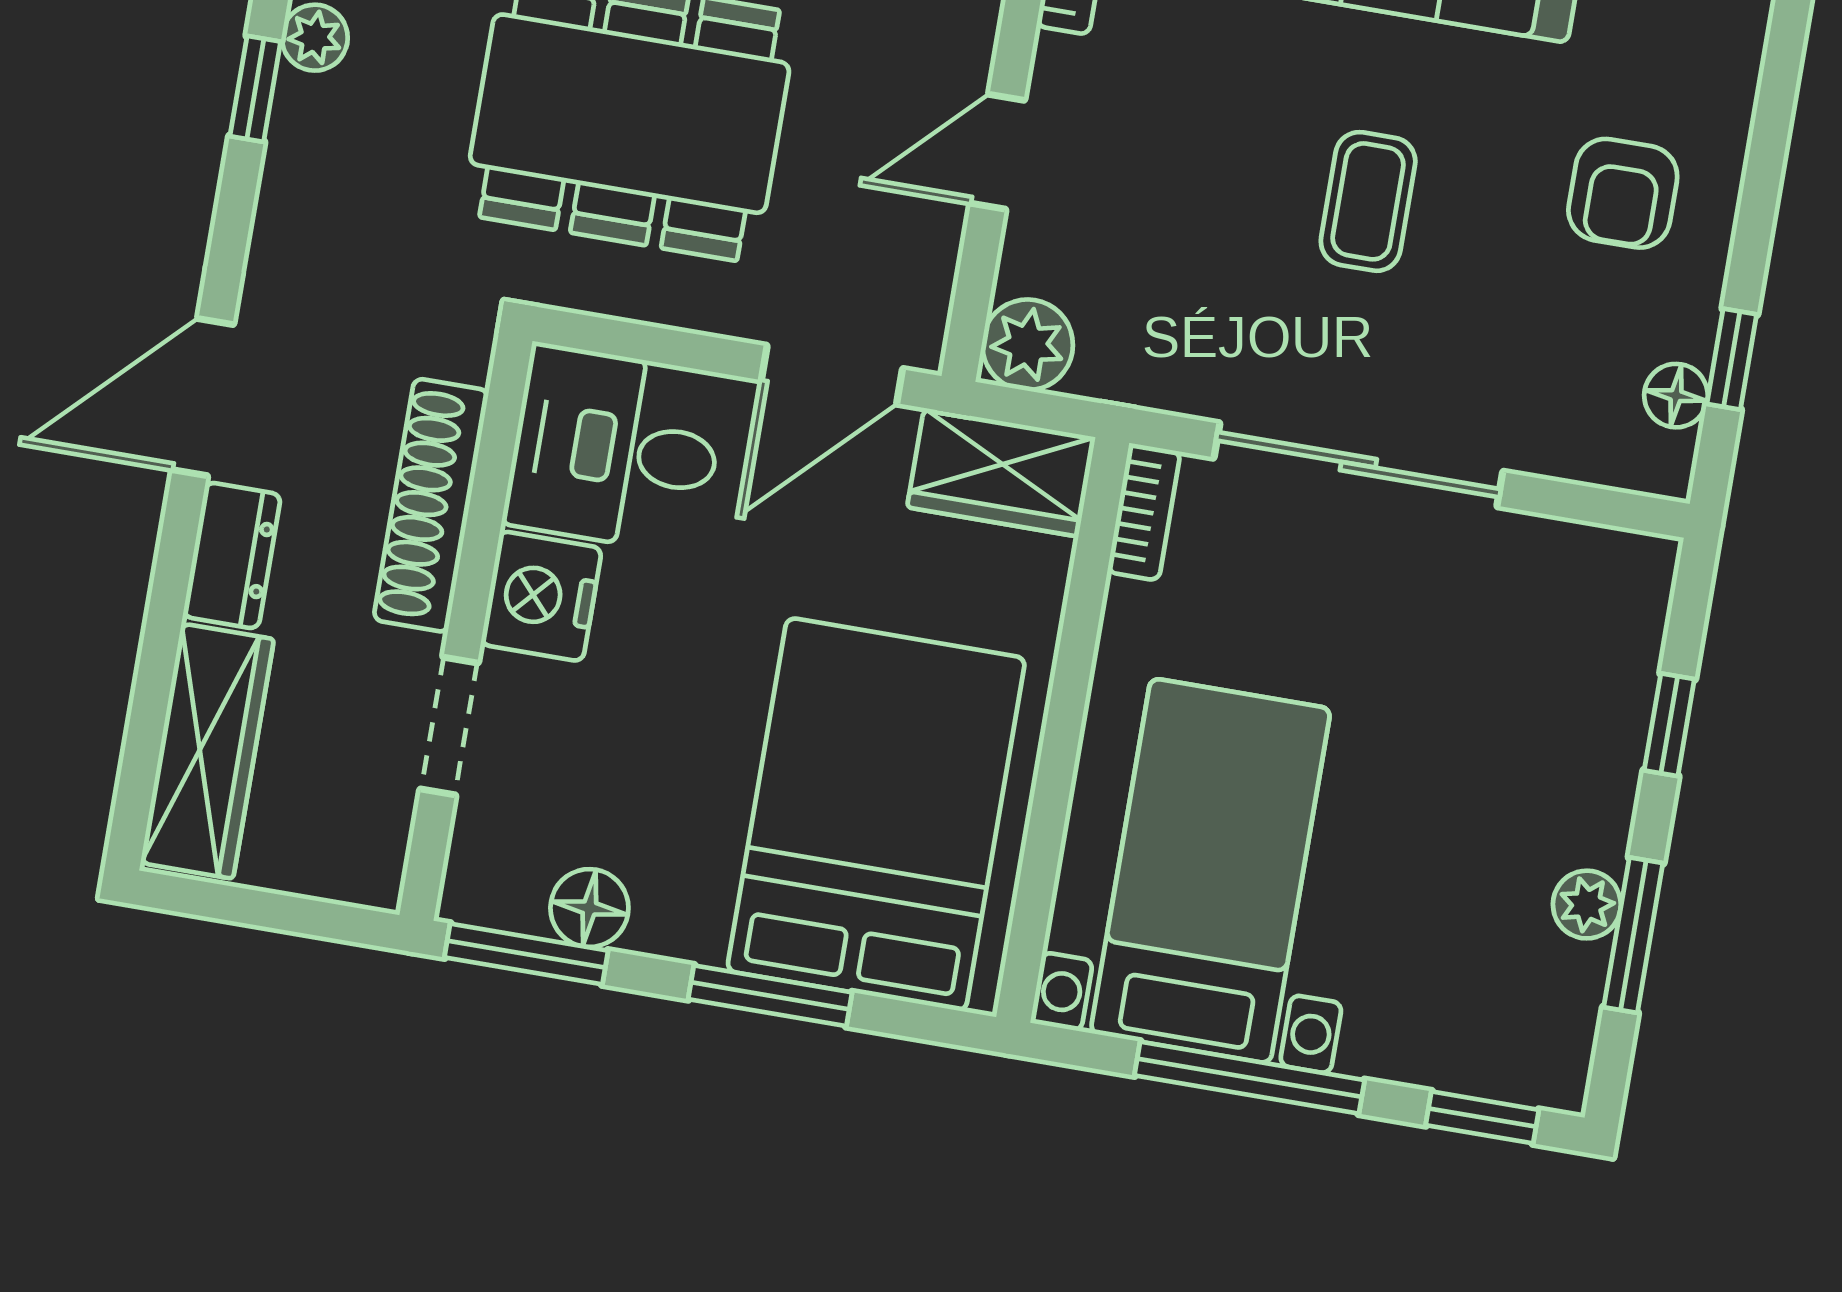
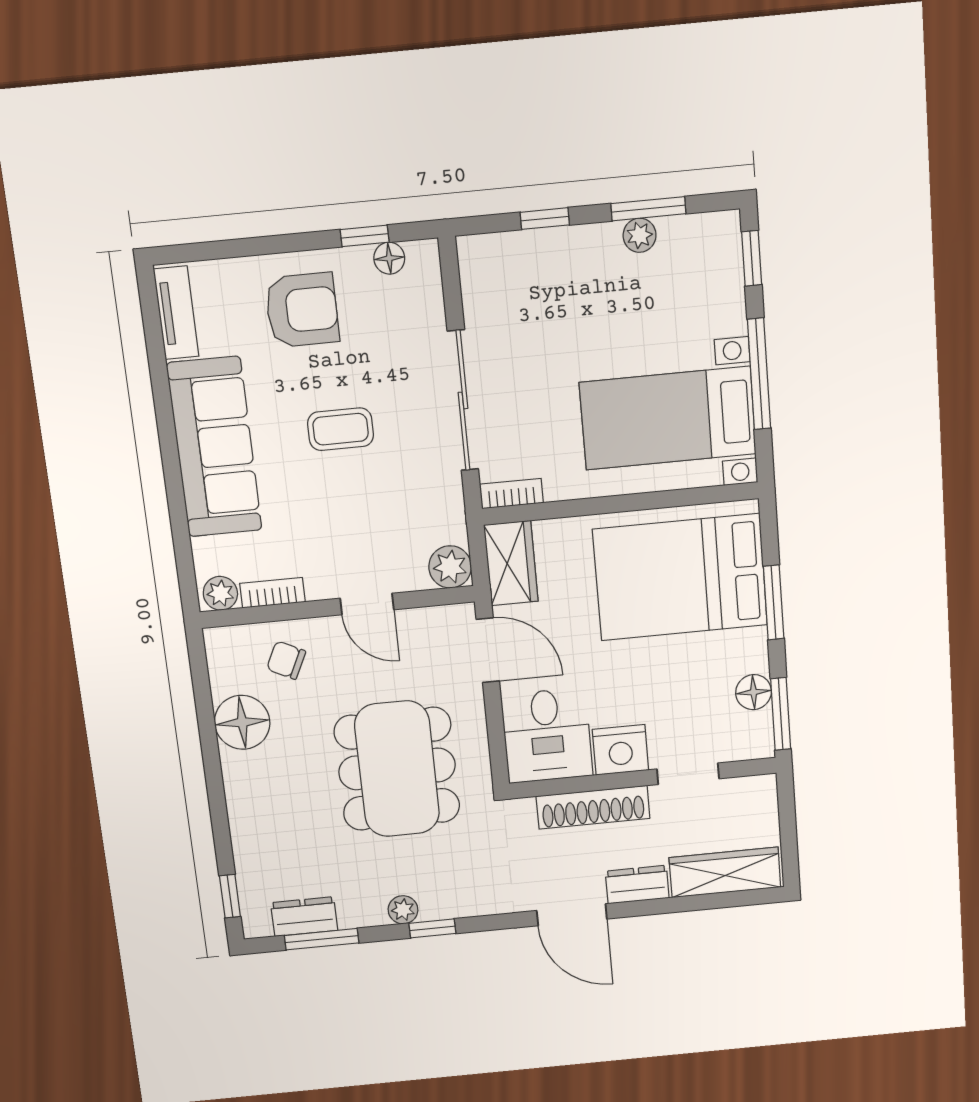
armchair: (1623, 193) -> (302, 310), width x1.38, depth x1.38

